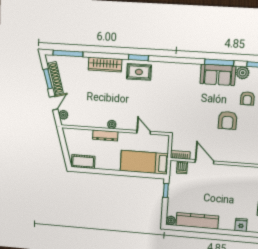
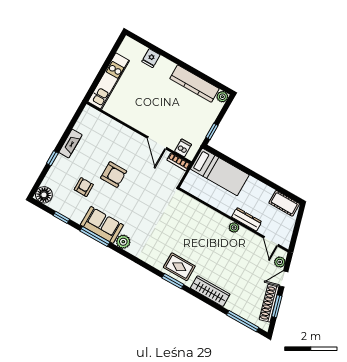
plant: (243, 73) -> (123, 242), moved
armchair: (228, 120) -> (114, 175), turned 90
door: (144, 132) -> (271, 241), moved

